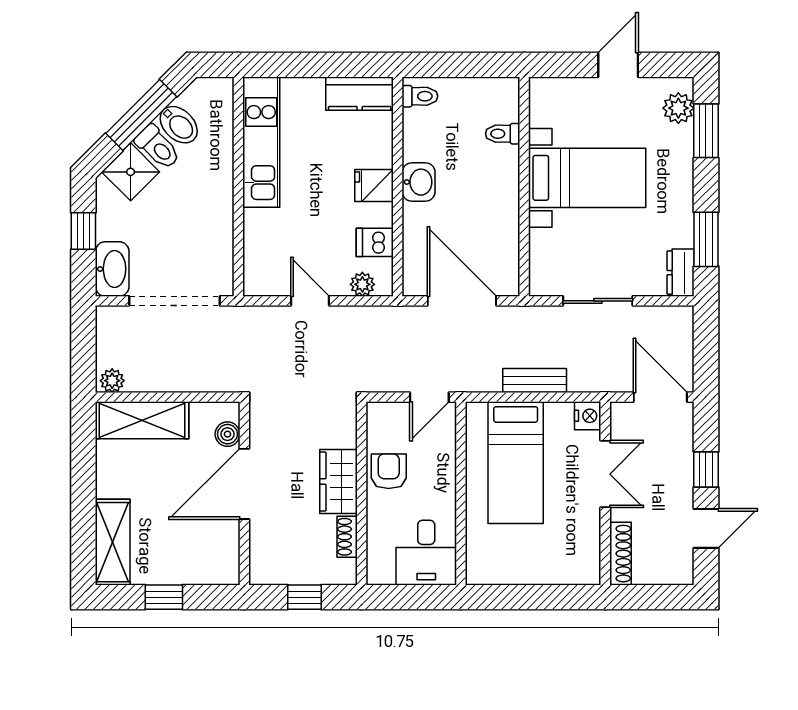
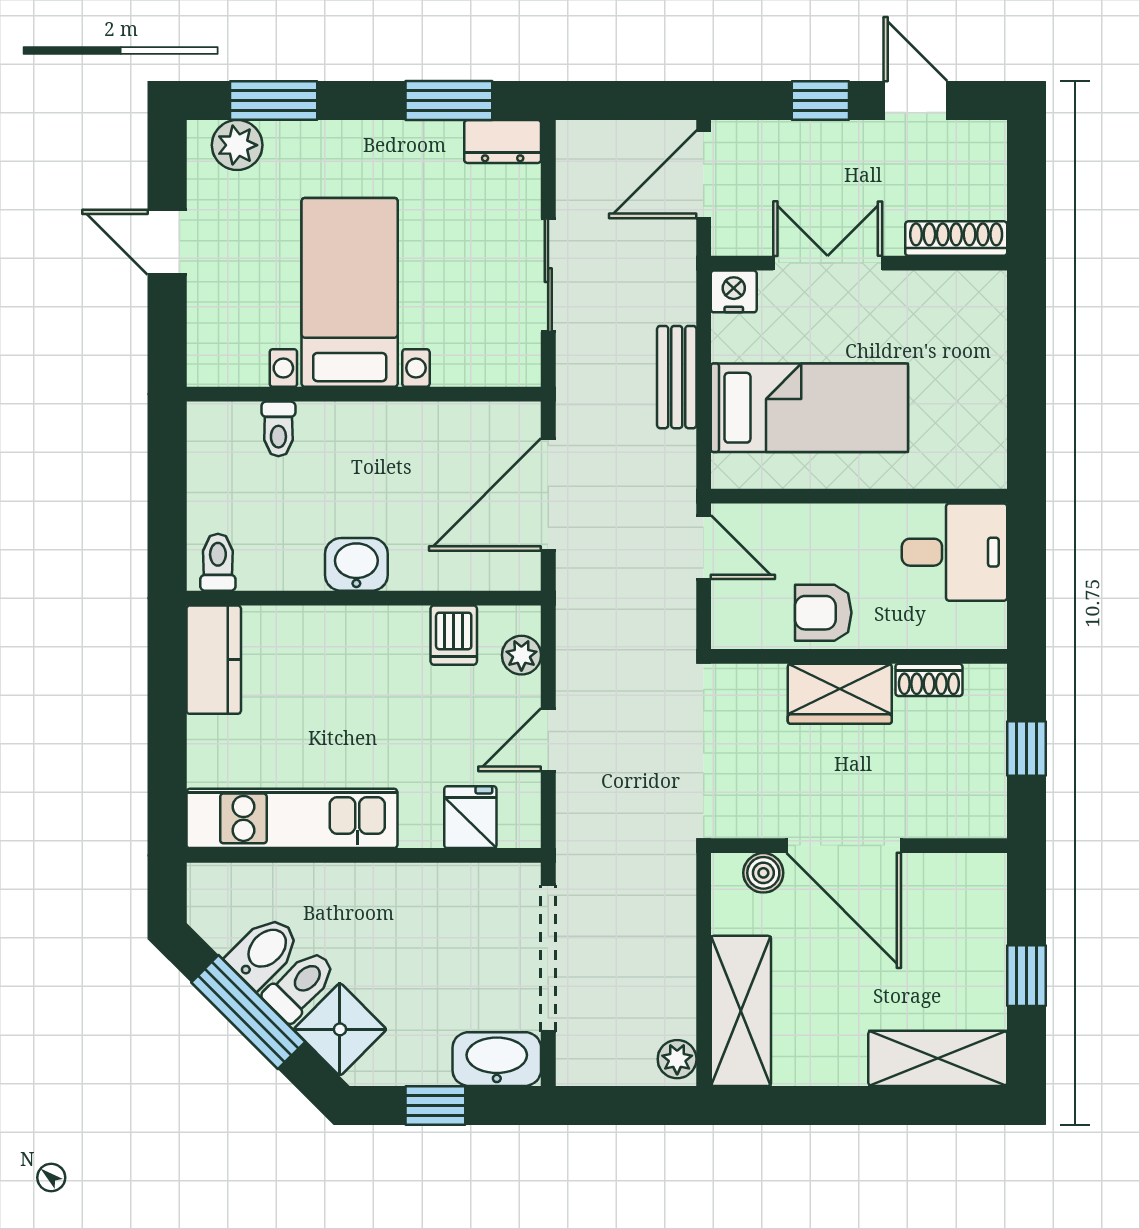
fridge: (374, 185) -> (470, 817), moved, turned 180

